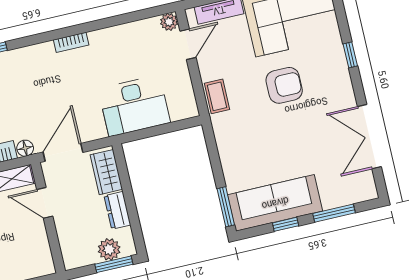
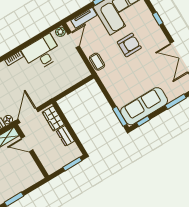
desk: (134, 106) -> (42, 53), moved, turned 180
window: (286, 224) -> (143, 121), moved
plant: (109, 249) -> (67, 157), removed

